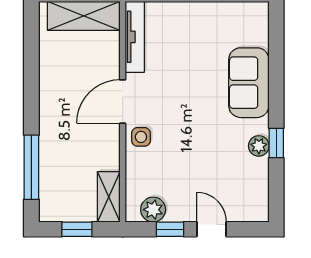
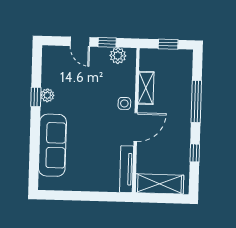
window: (31, 65) -> (195, 153), added
sofa: (249, 83) -> (52, 145), width x1.36
window: (31, 167) -> (196, 101), moved
shelving: (109, 197) -> (146, 88), moved

